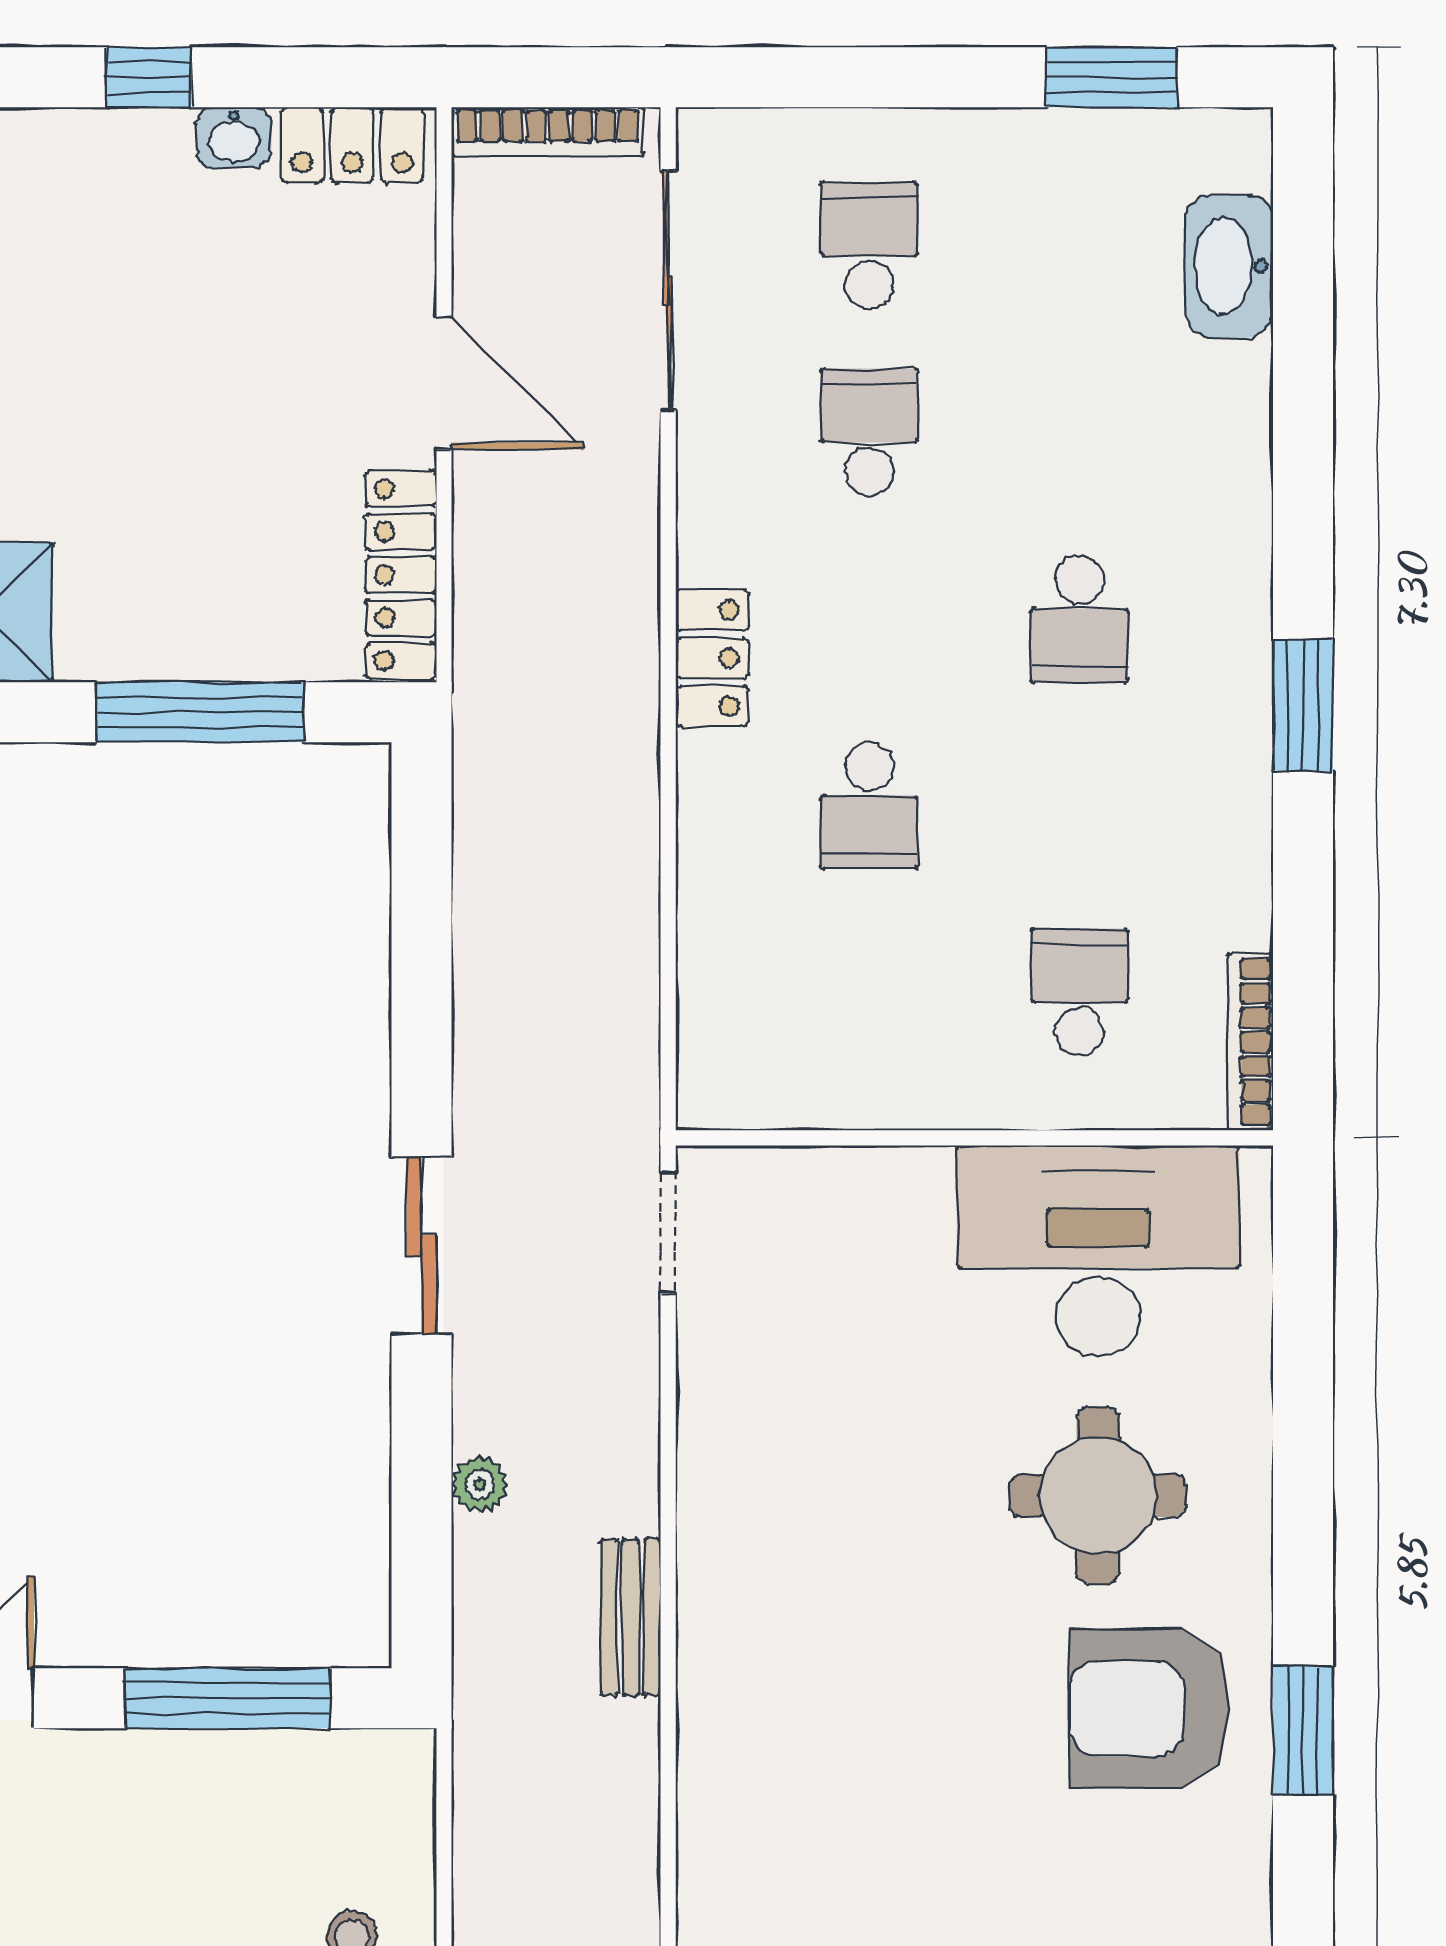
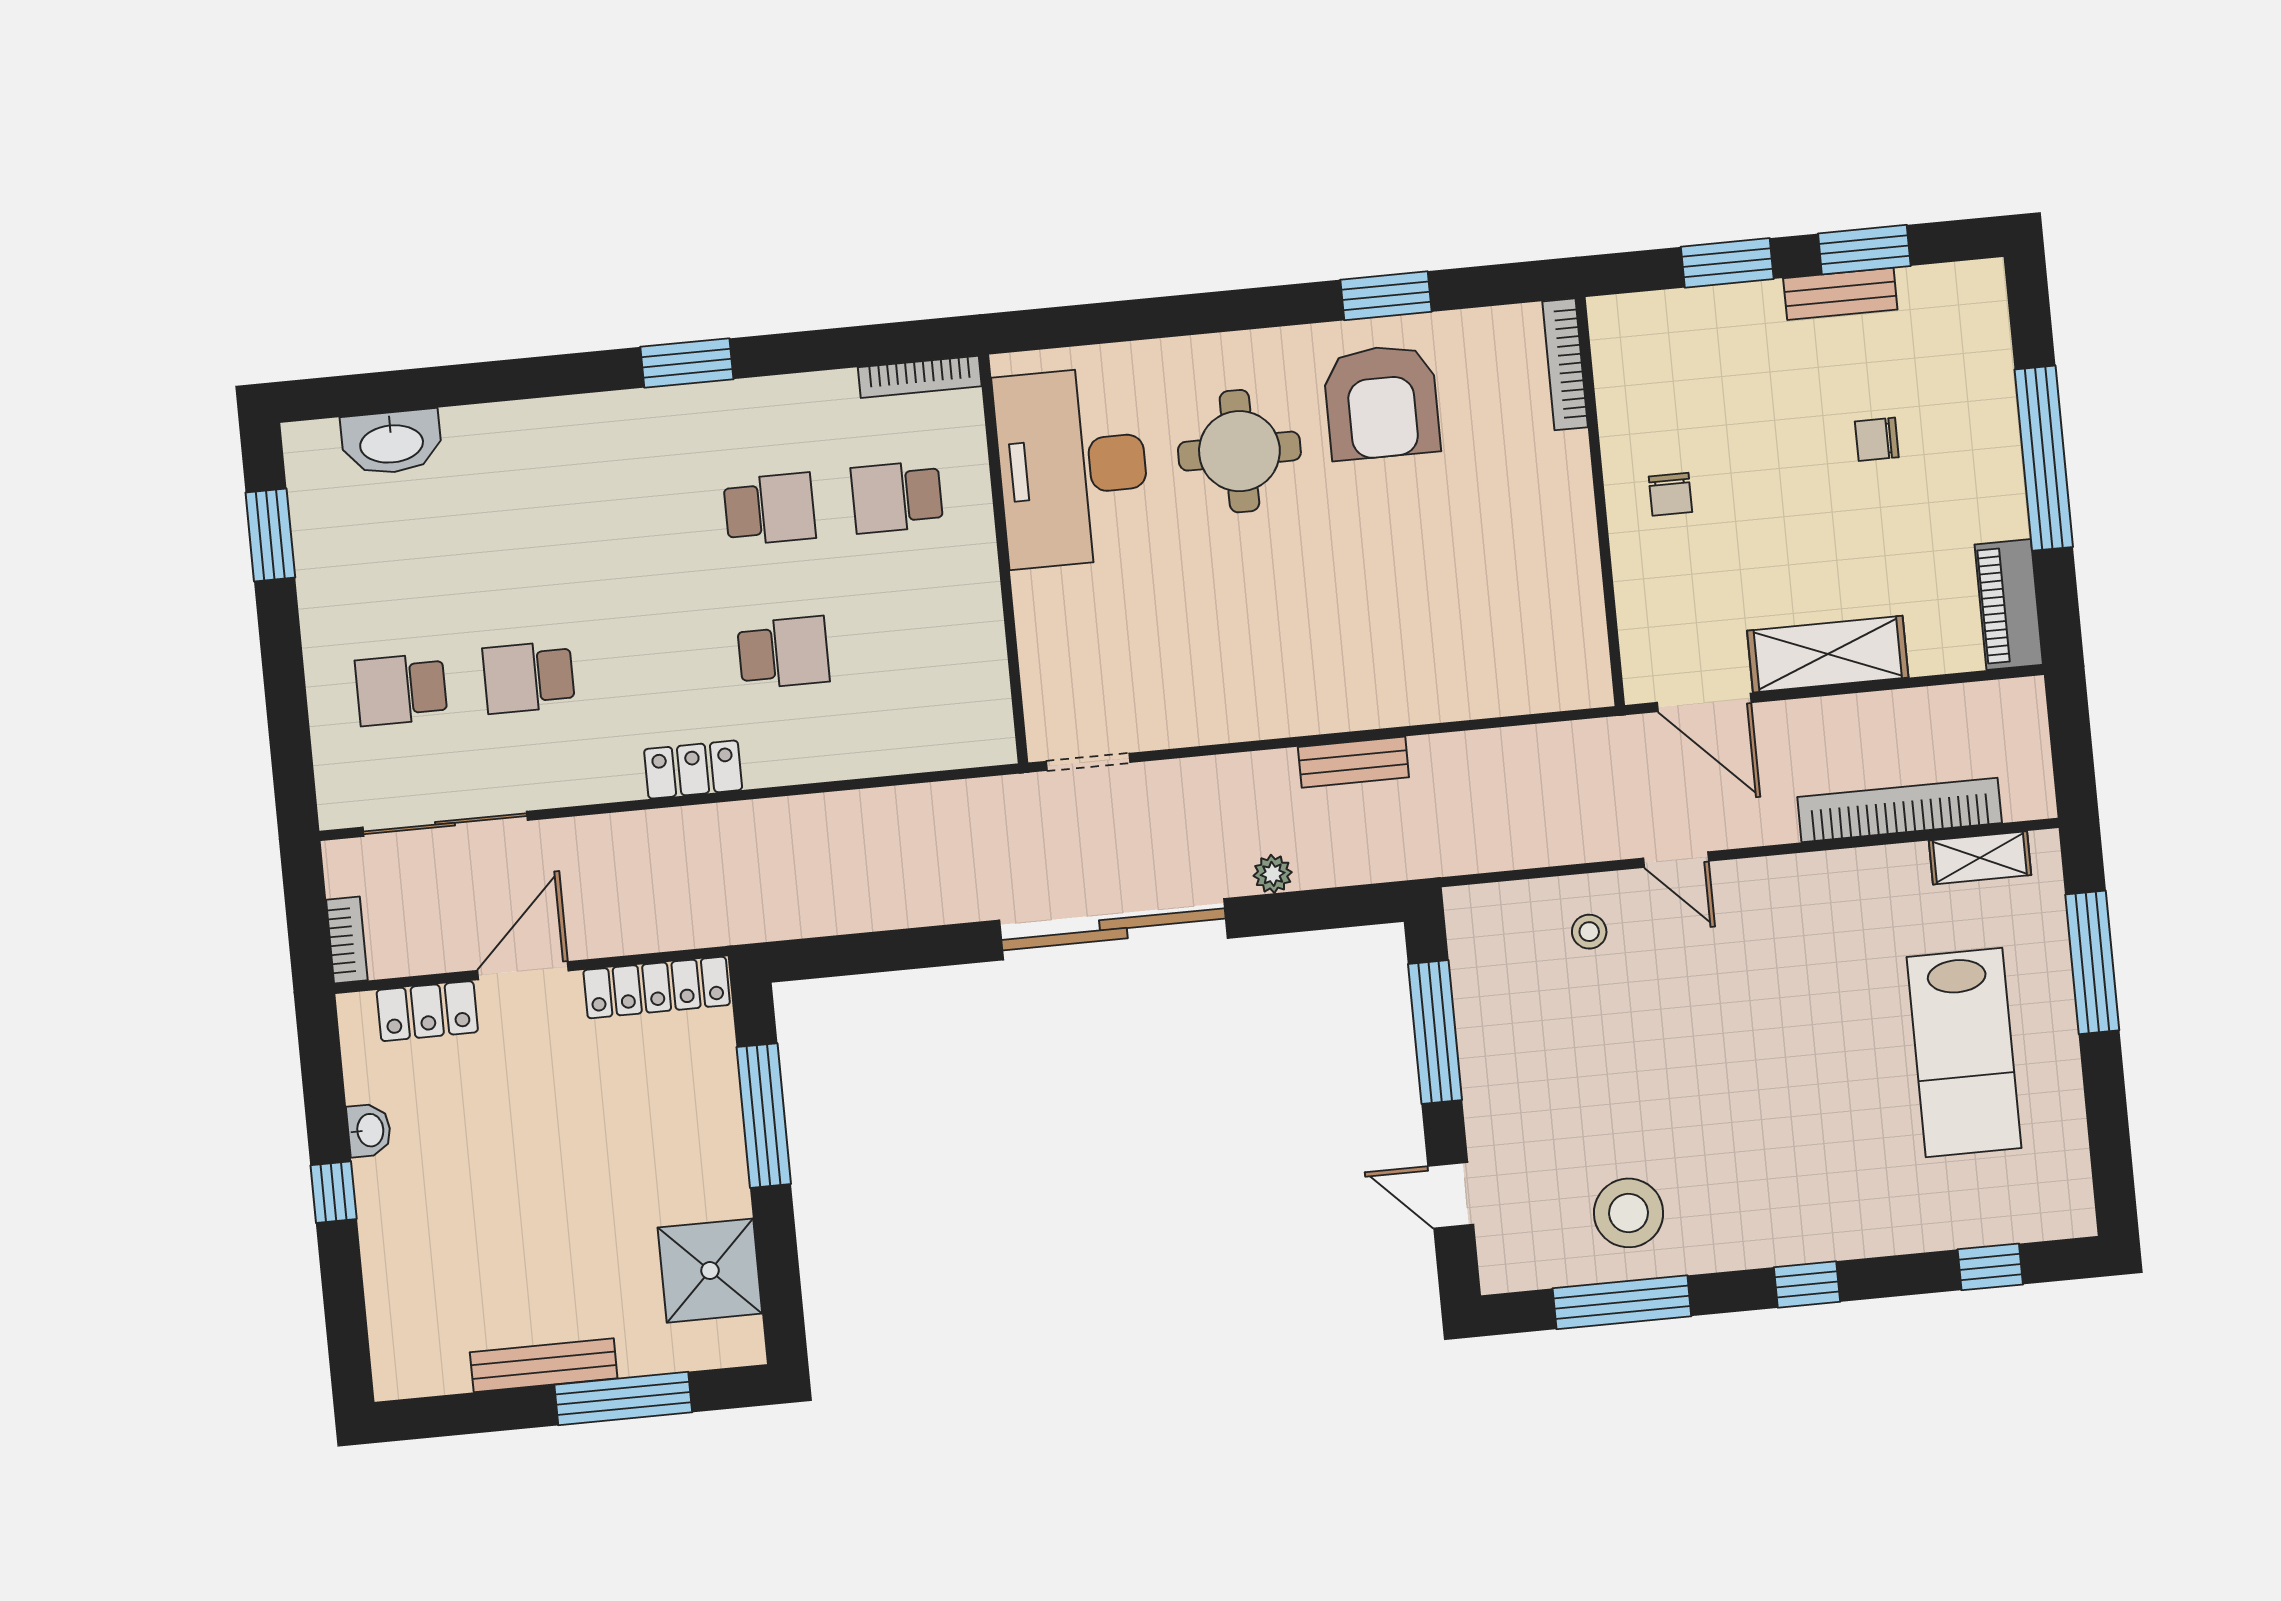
bookcase: (548, 132) -> (347, 940), width x0.64
locker: (352, 145) -> (427, 1011), moved, turned 90
school desk: (1079, 619) -> (770, 509), moved
sliding door: (422, 1246) -> (1113, 929), width x1.86

